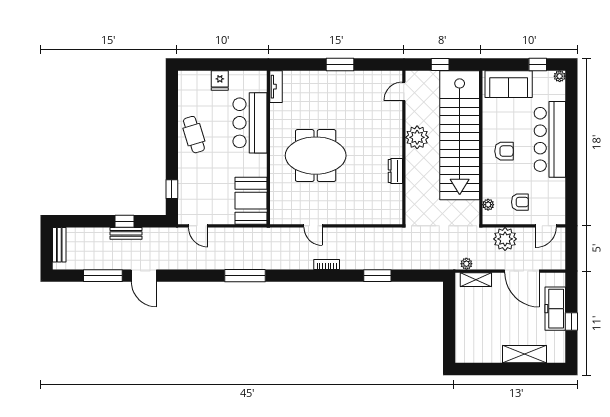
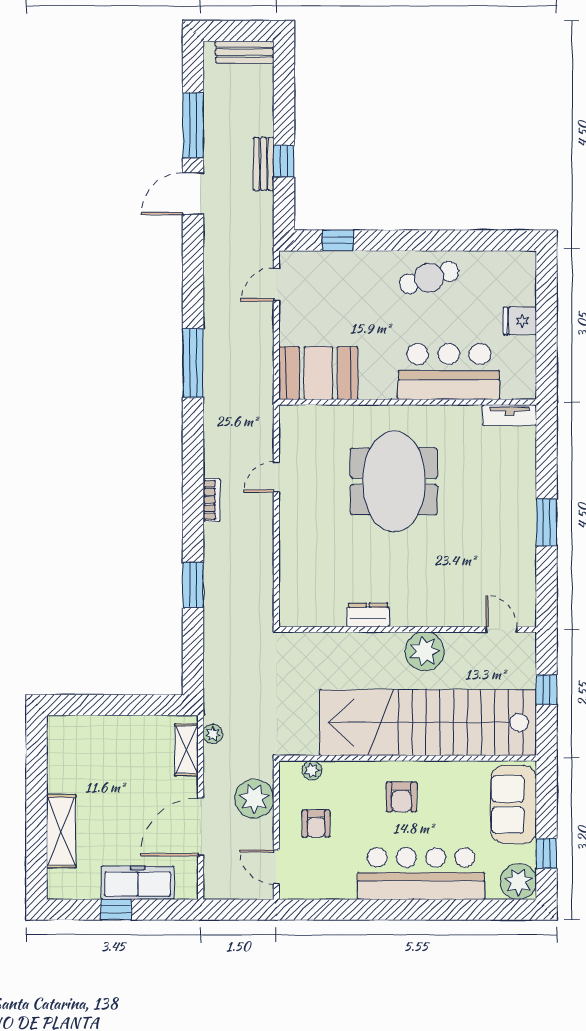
plant: (560, 76) -> (518, 882), width x1.87, depth x1.87

